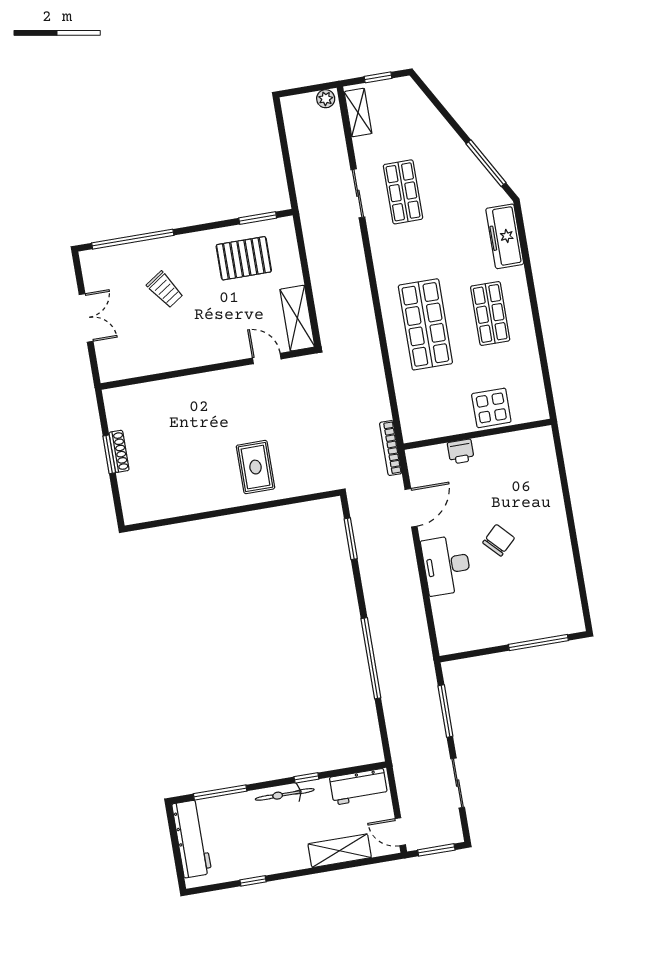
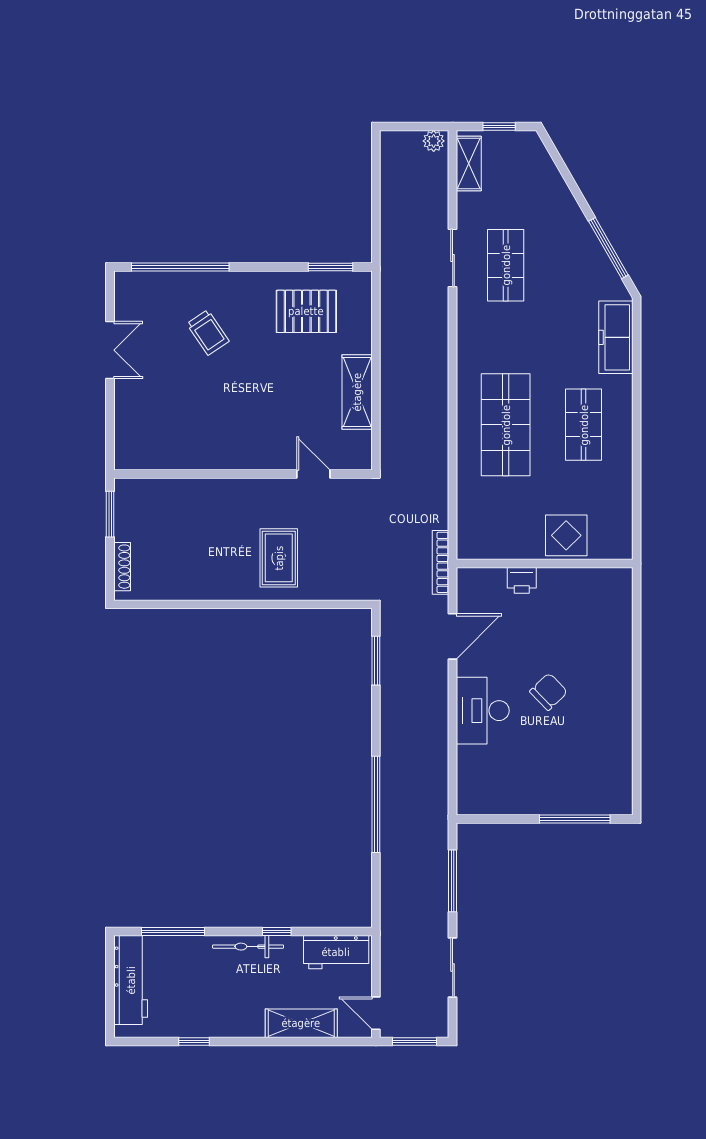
door: (267, 358) -> (313, 474), moved
wall: (208, 368) -> (243, 474), moved
shoe rack: (119, 451) -> (122, 567), moved

